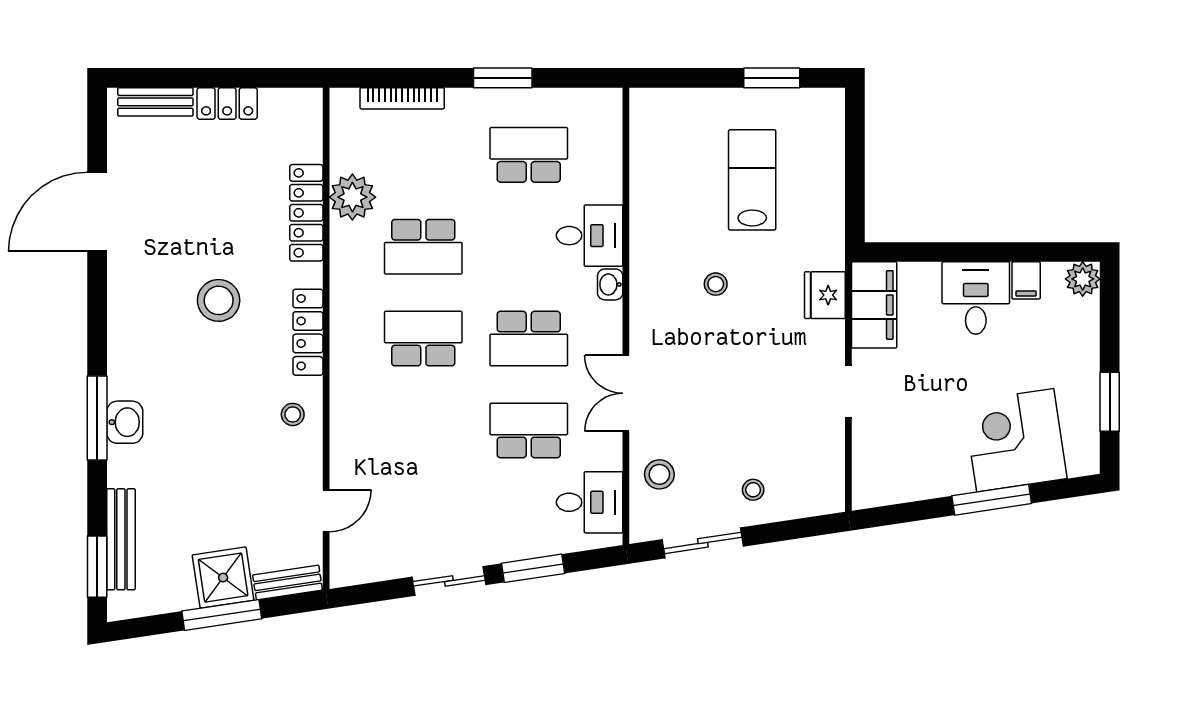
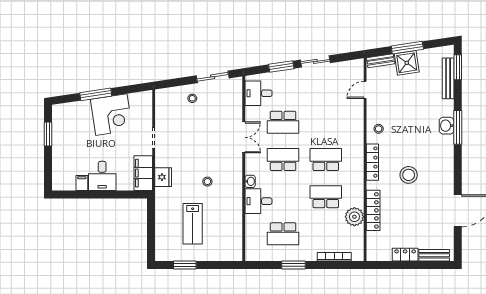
plant: (1083, 279) -> (59, 184), removed
school desk: (423, 339) -> (326, 159), turned 180
corner desk: (1015, 440) -> (111, 115), moved
stool: (659, 474) -> (230, 105), removed

